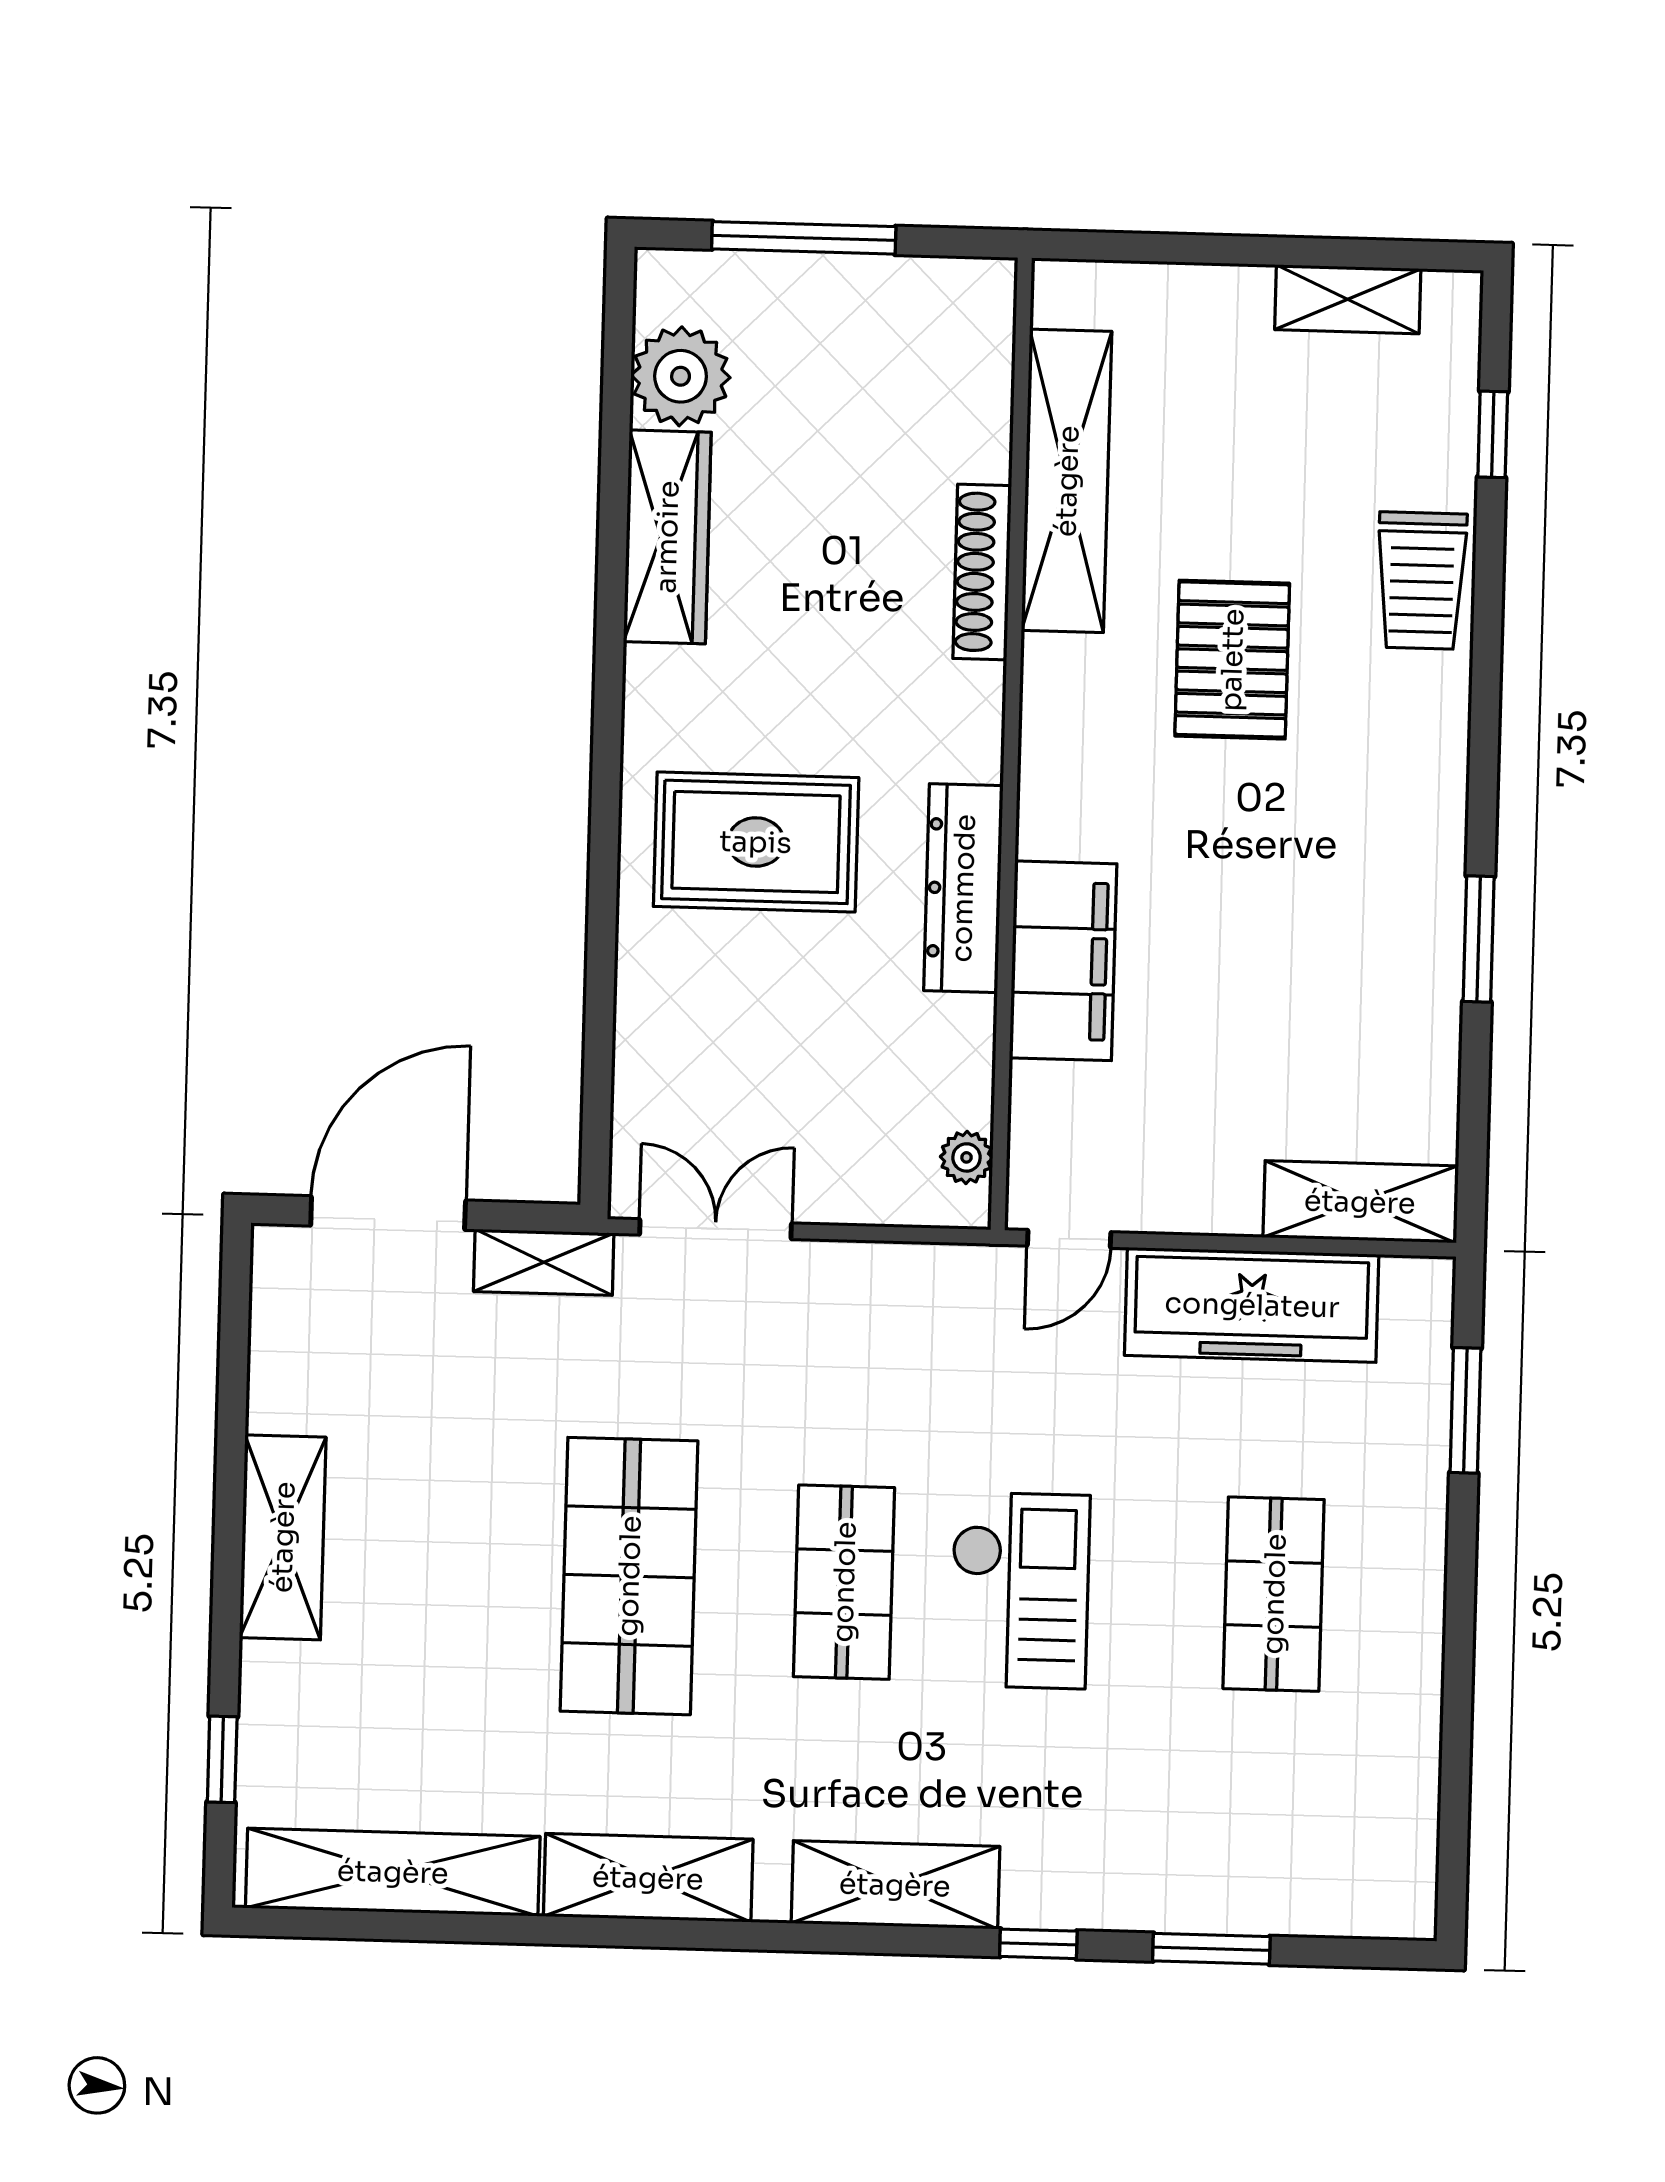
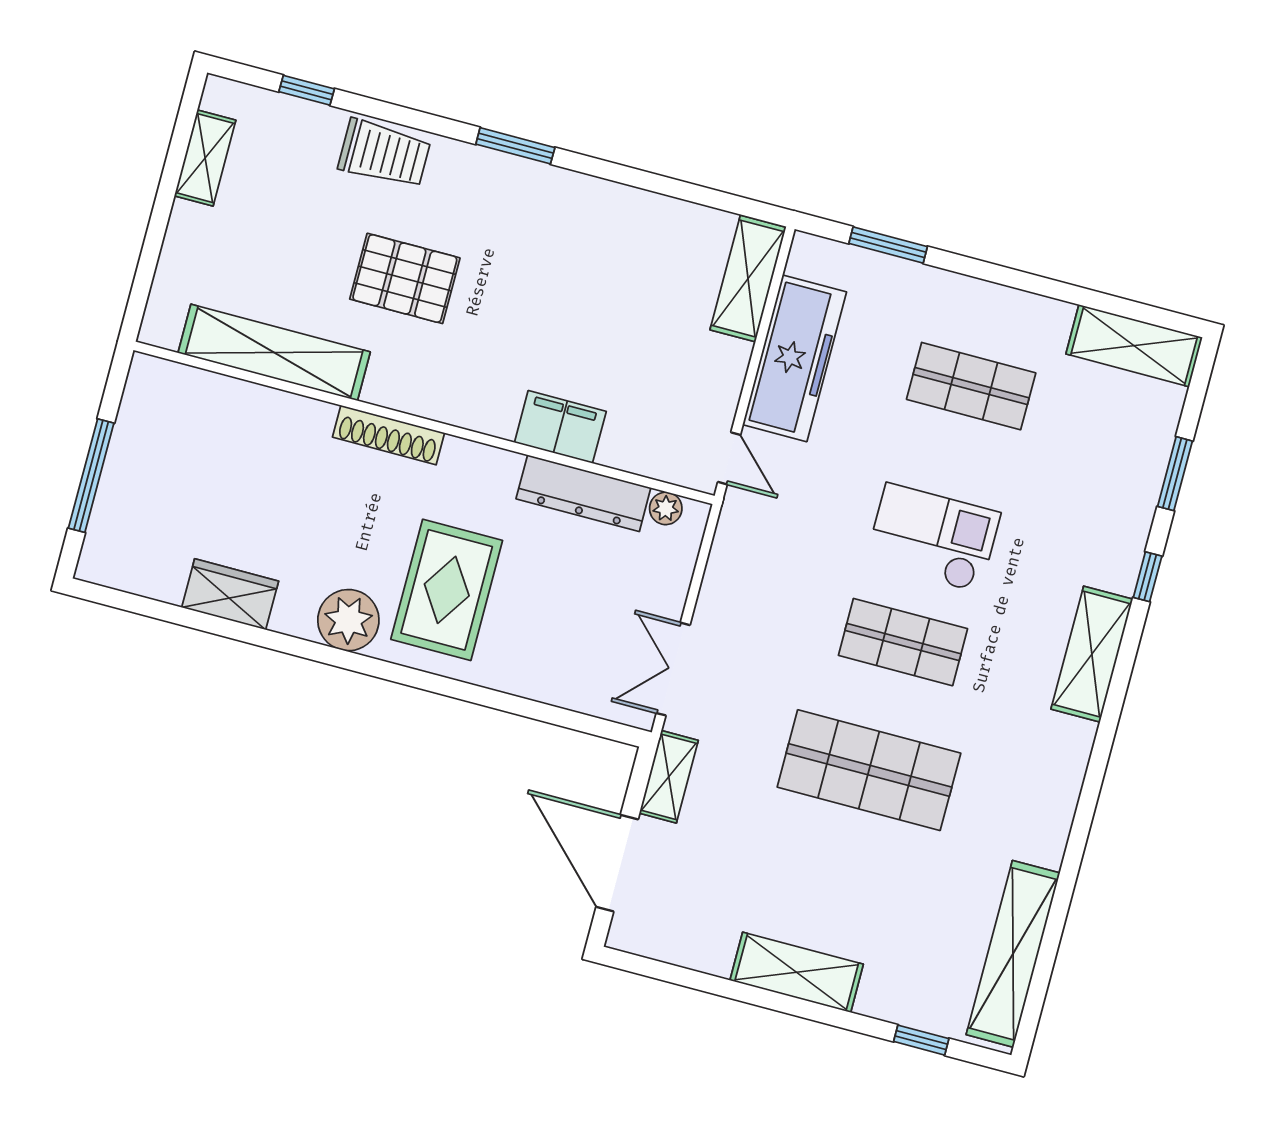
plant: (681, 376) -> (348, 620), moved
wardrobe: (667, 537) -> (230, 594), width x0.67
shoe rack: (982, 572) -> (388, 435), moved
dresser: (963, 888) -> (583, 493), moved
window: (1479, 939) -> (515, 146), moved
filing cabinet: (1063, 961) -> (560, 427), width x0.67, depth x0.86
shelving: (648, 1878) -> (1134, 346), moved, turned 90

